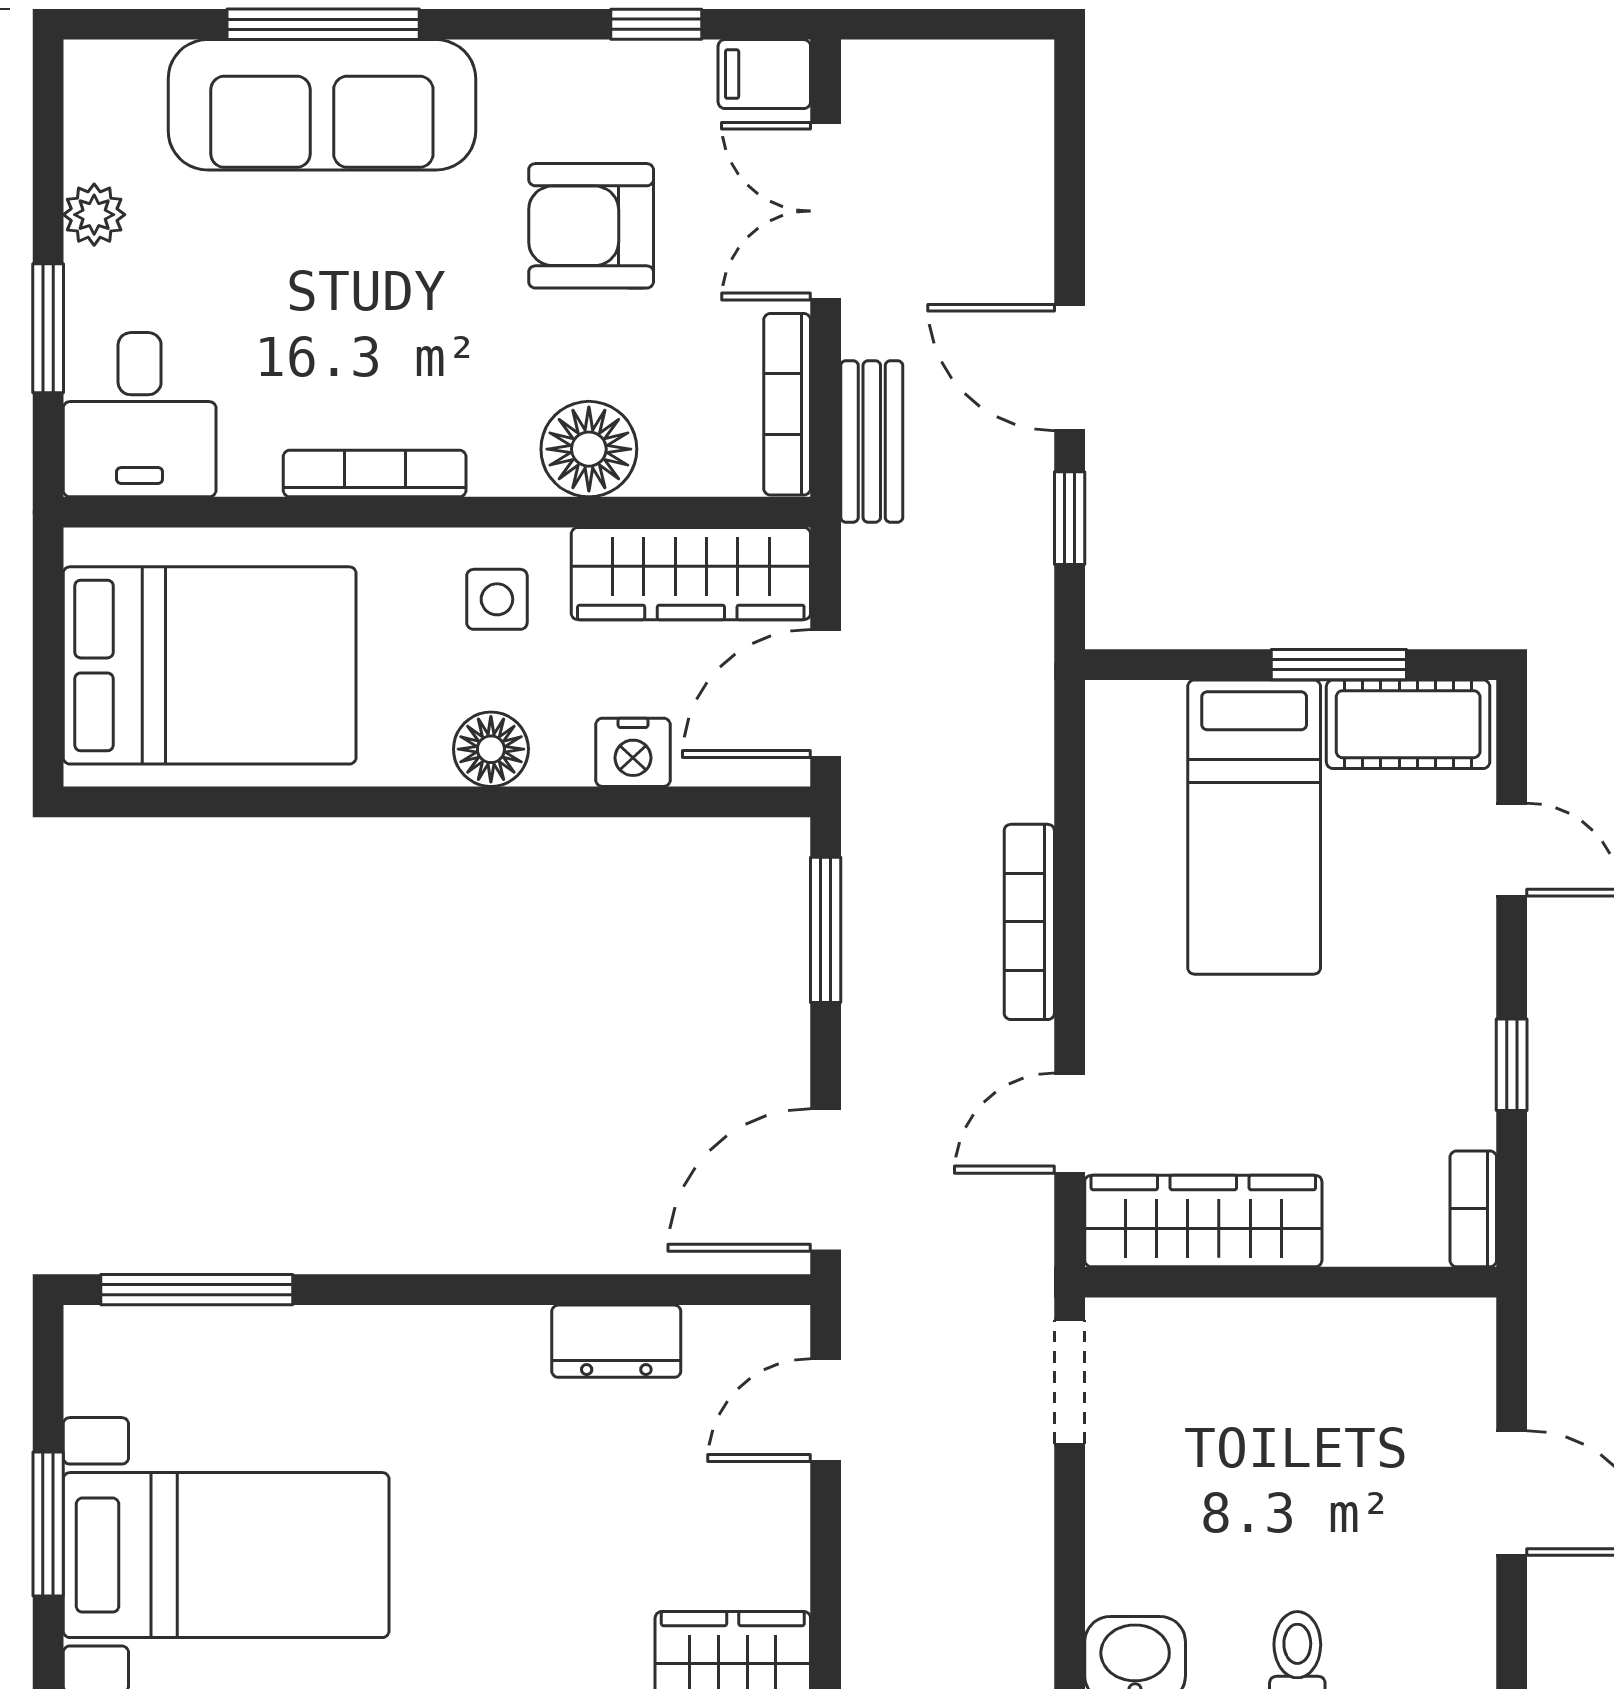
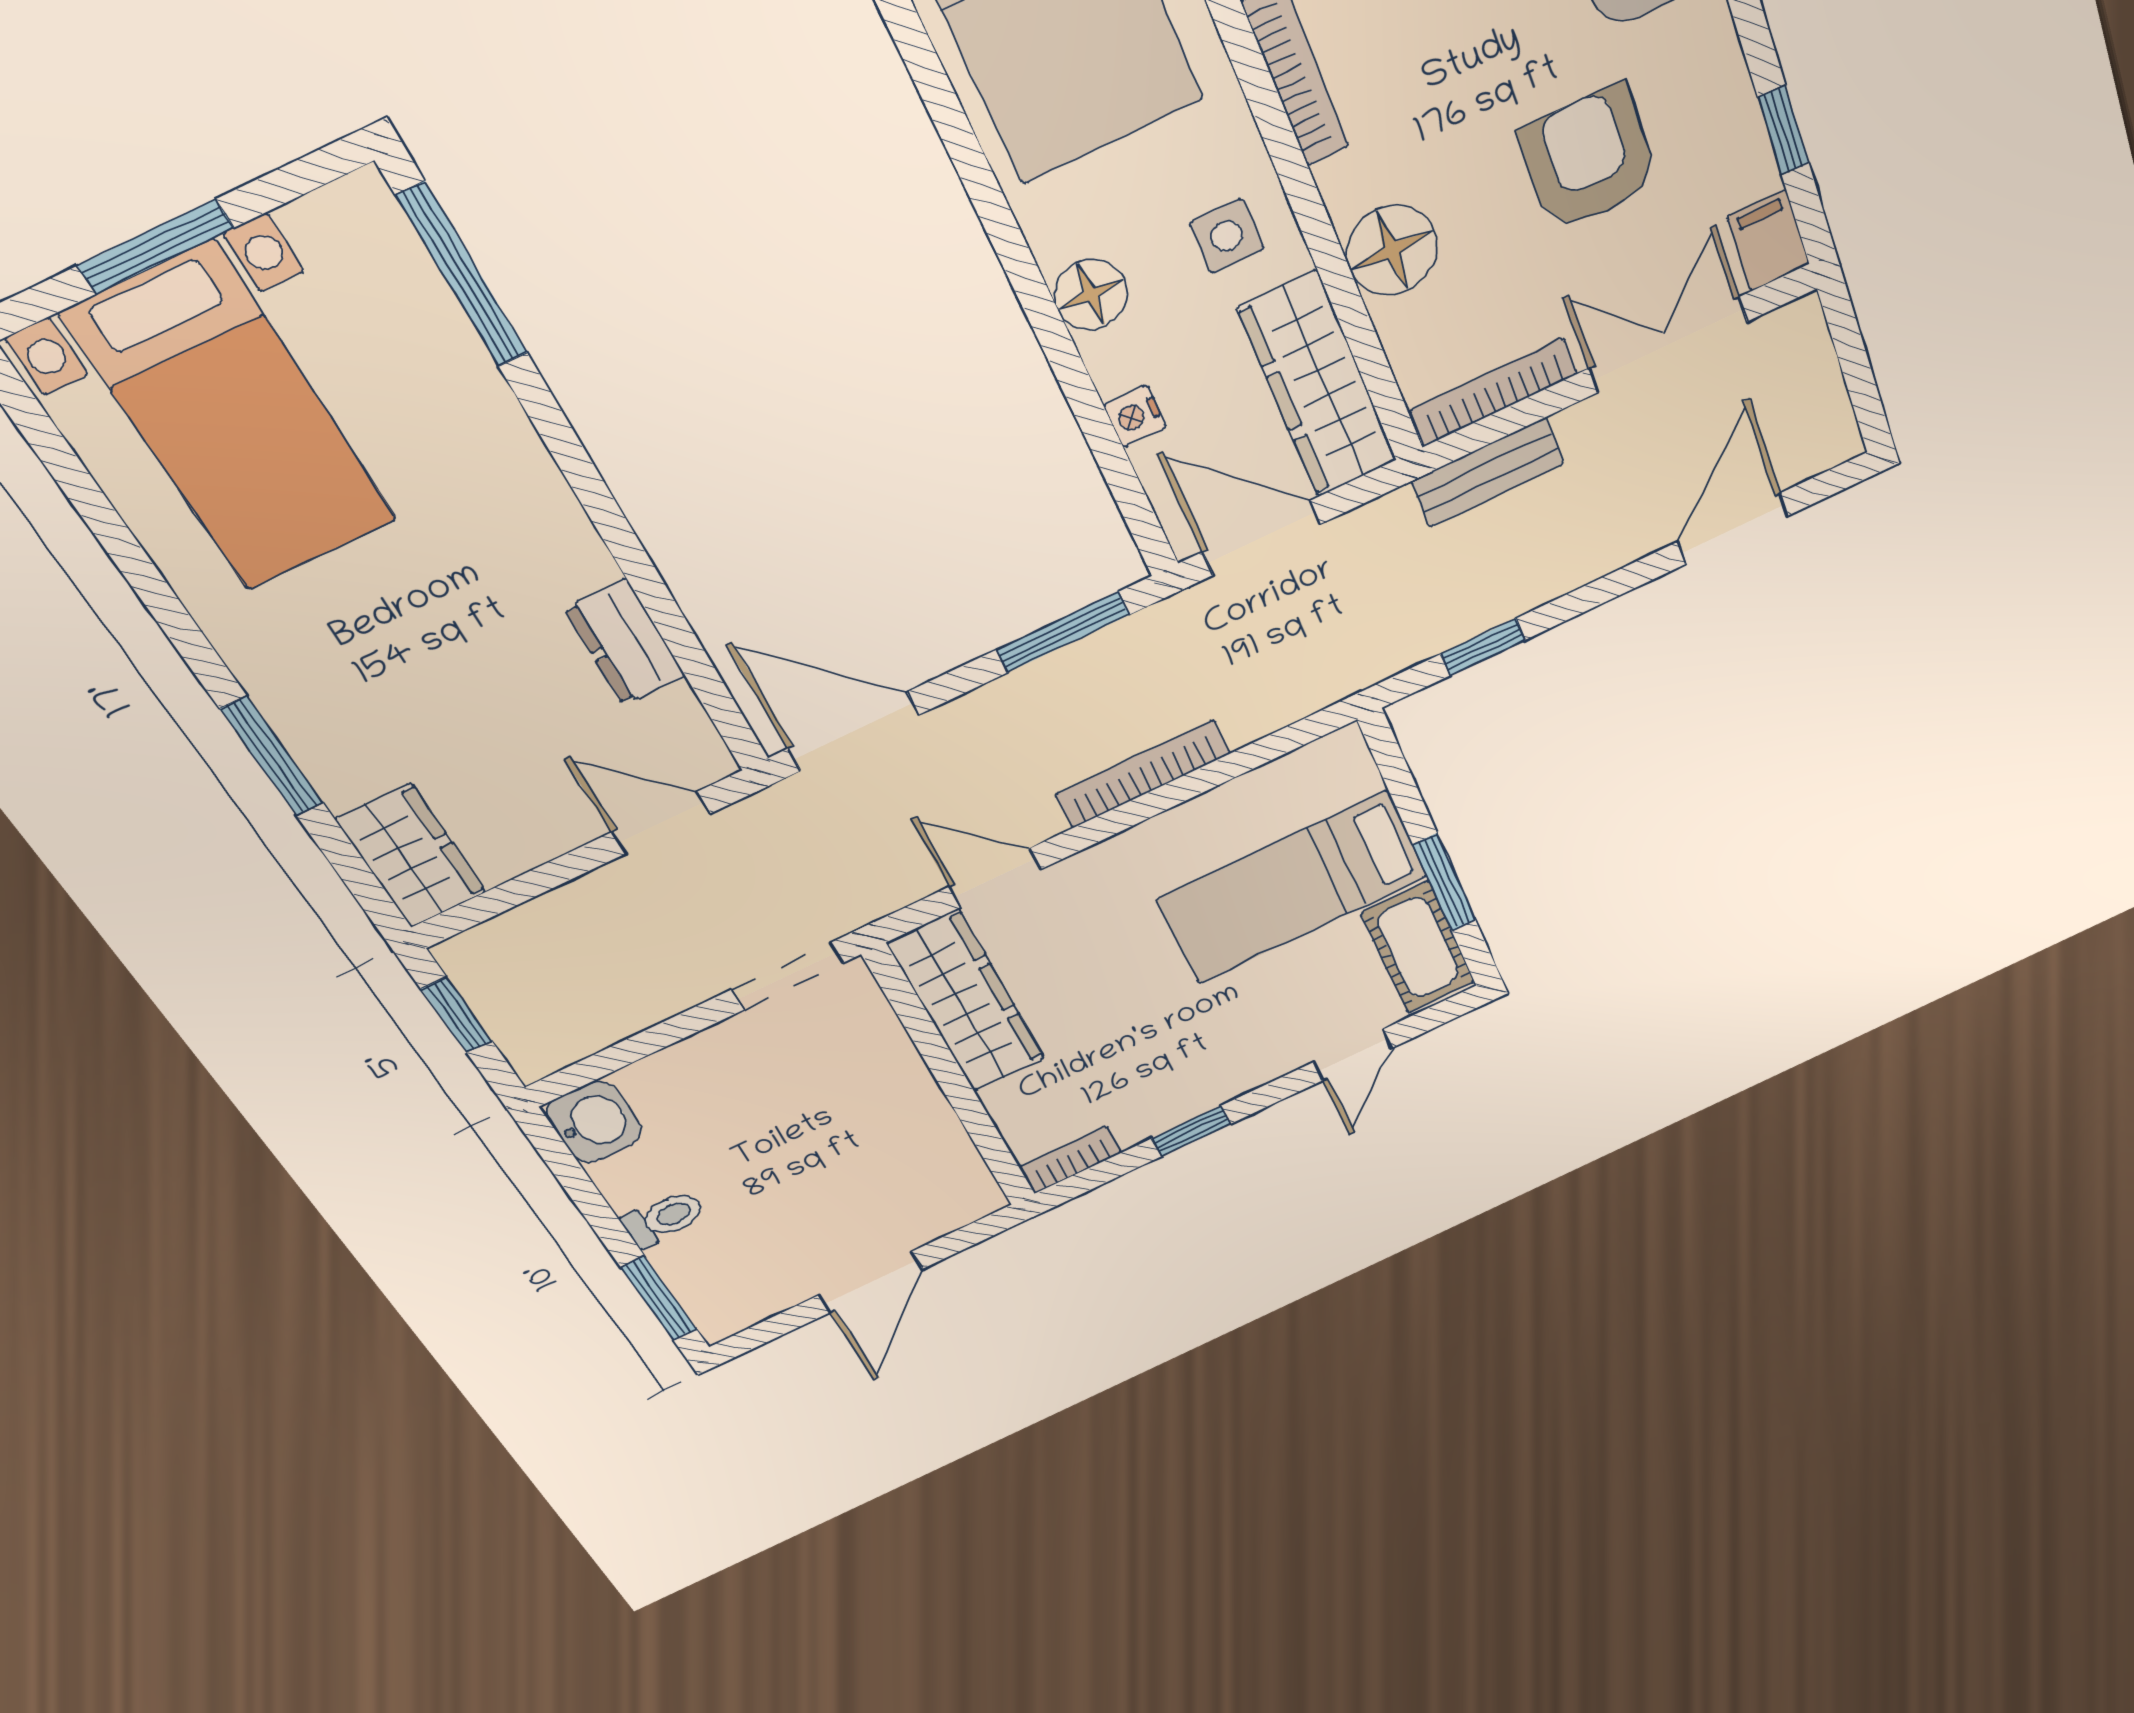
door: (1070, 368) -> (1733, 529), moved
nightstand: (633, 752) -> (1135, 416), width x0.72, depth x0.74

